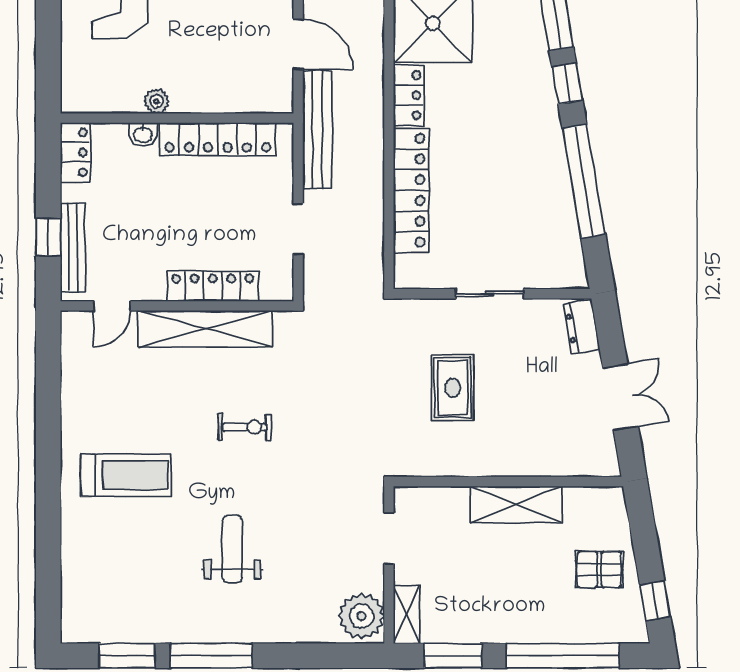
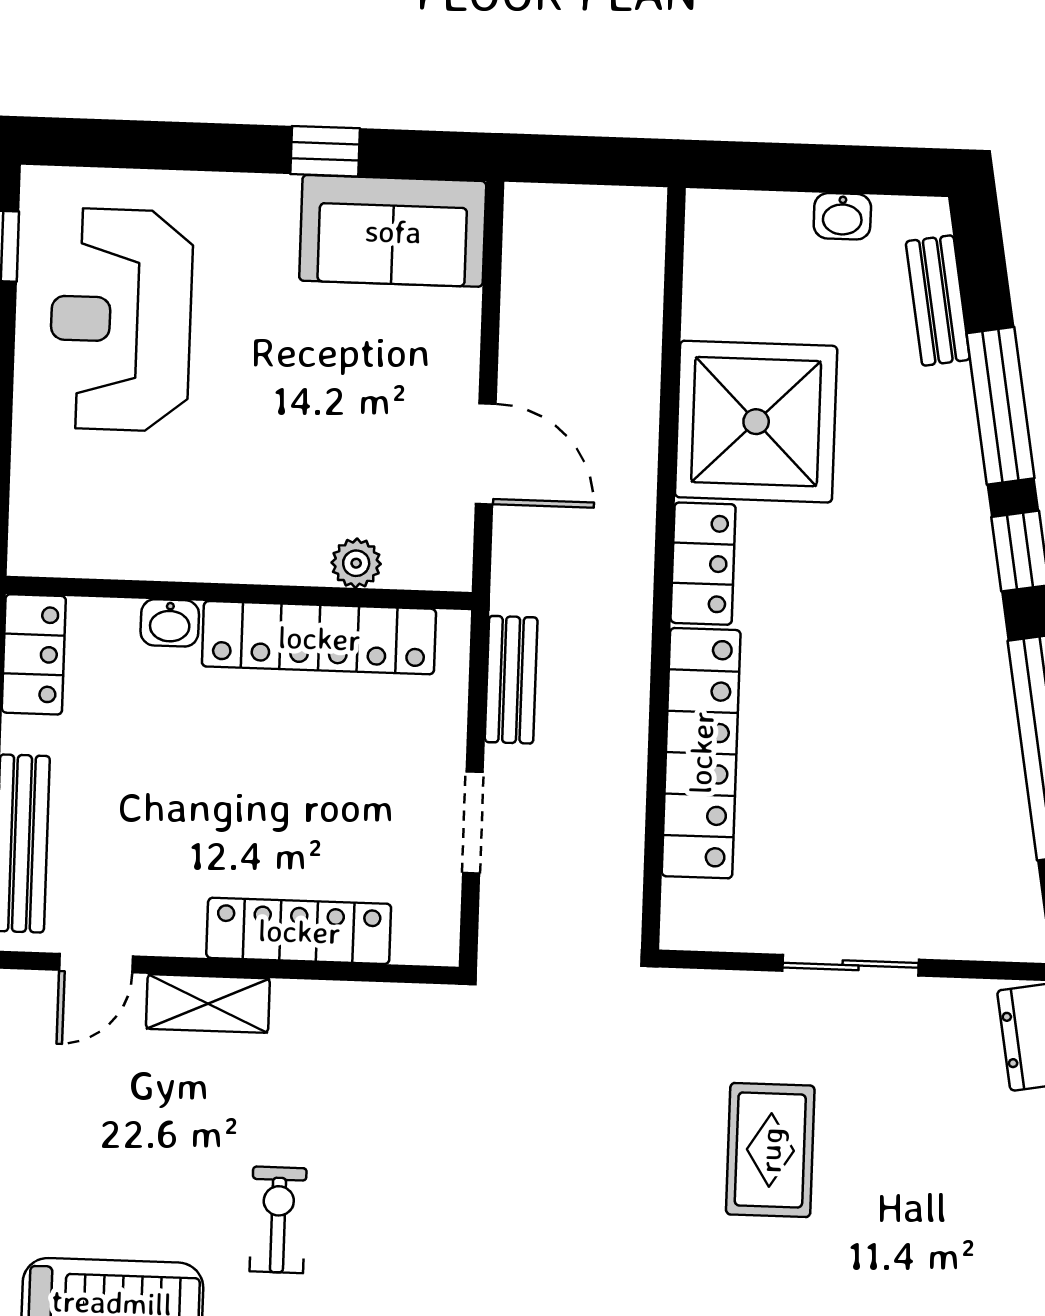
plant: (156, 101) -> (356, 563), moved
bench: (317, 129) -> (511, 680), width x0.54, depth x0.82
shelving: (205, 329) -> (208, 1004), width x0.45, depth x0.75
exercise bike: (244, 427) -> (278, 1220), moved, turned -90

